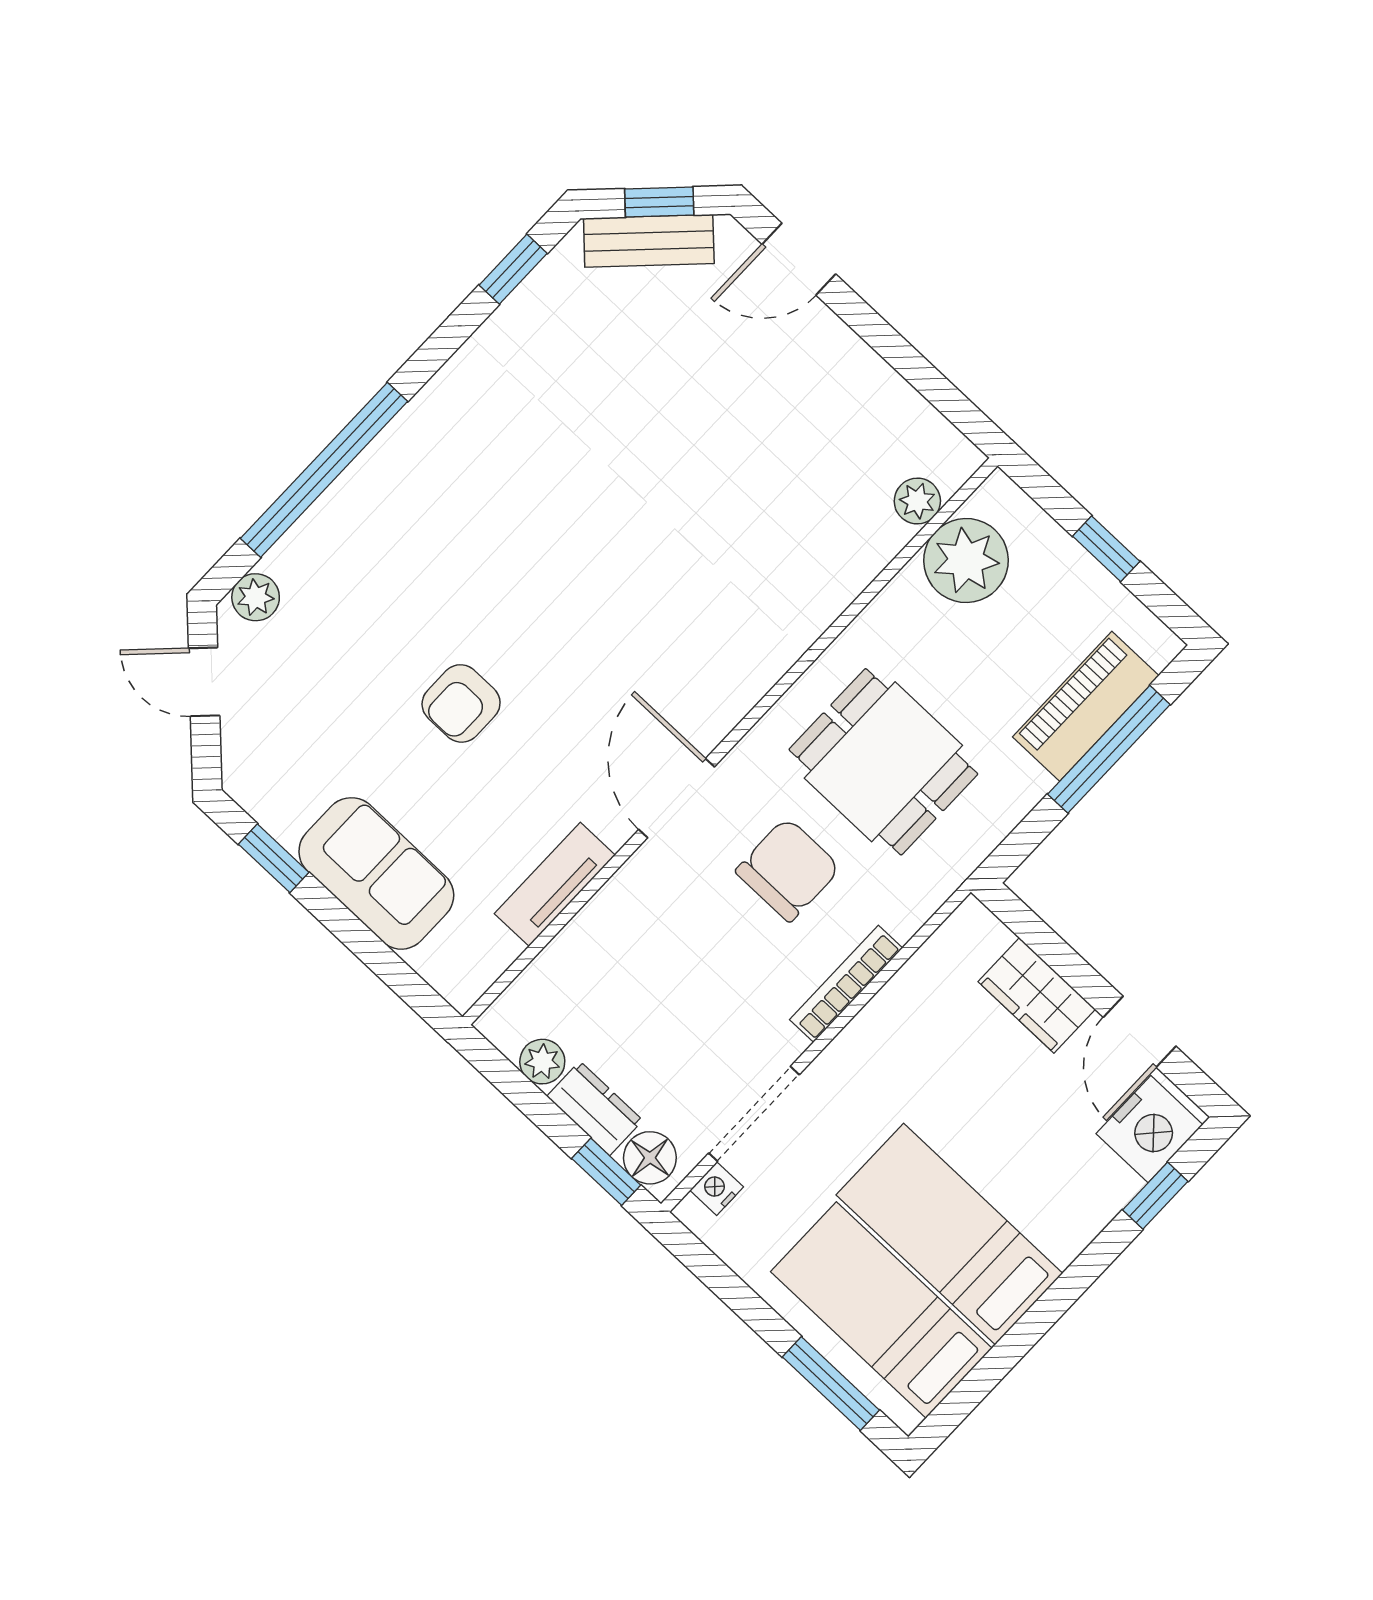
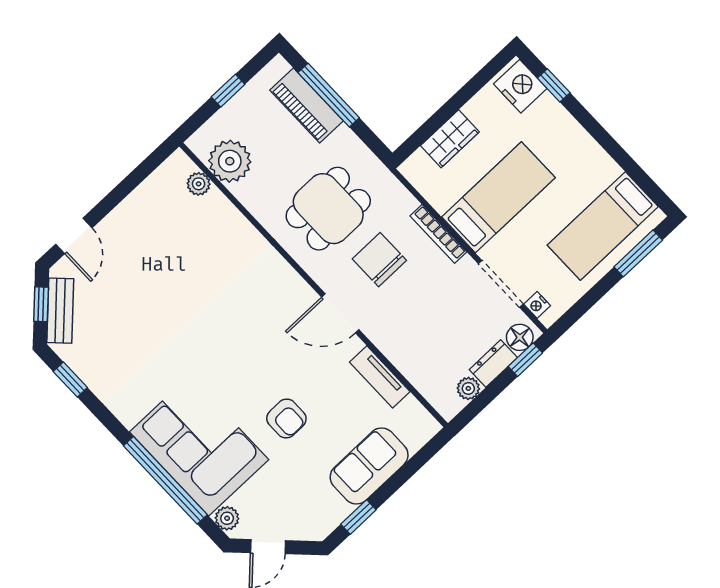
corner sofa: (397, 533) -> (199, 446), added
door: (1140, 1032) -> (471, 88), removed
bed: (949, 1234) -> (498, 197), moved, turned 180

